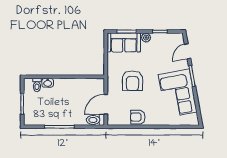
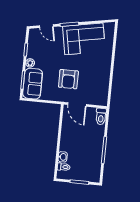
armchair: (132, 81) -> (68, 79), turned 90
door: (106, 104) -> (77, 105), moved
armchair: (138, 117) -> (102, 78), removed

